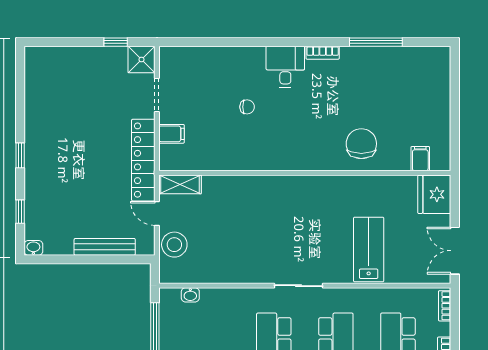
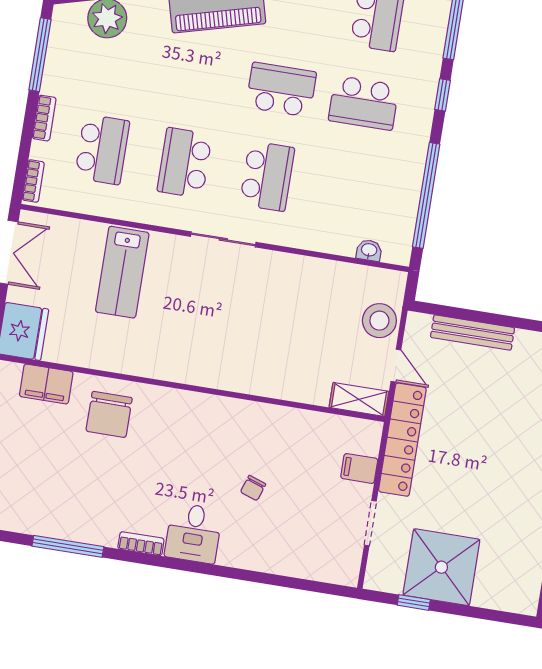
shower: (141, 60) -> (441, 567), moved, width x1.86, depth x1.86
chair: (247, 107) -> (253, 488), turned -71
filing cabinet: (420, 159) -> (46, 384), width x2.00

